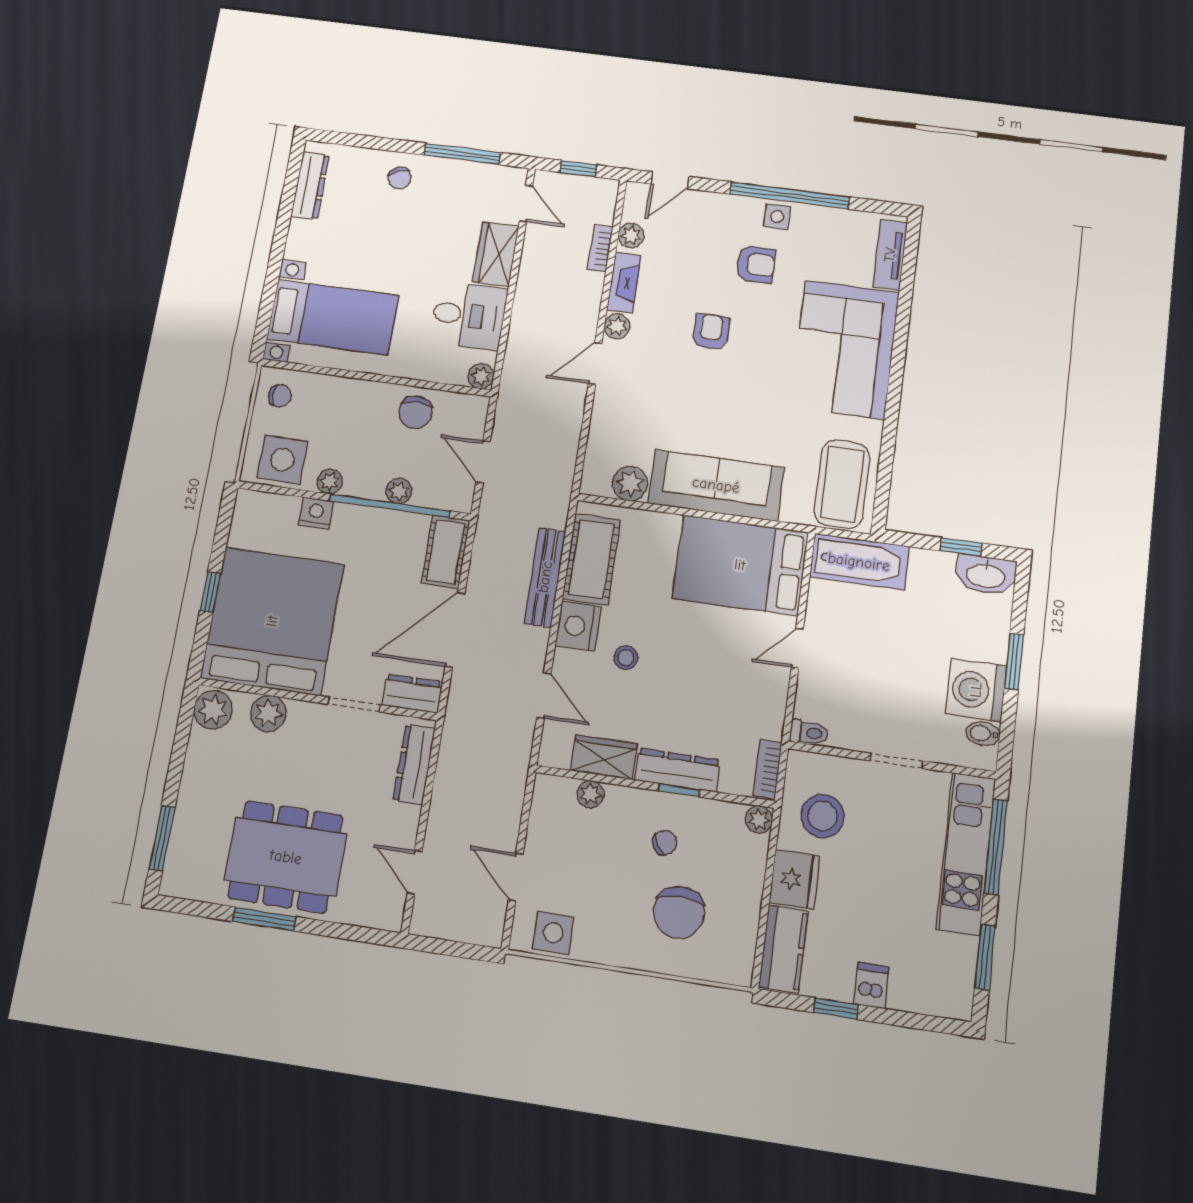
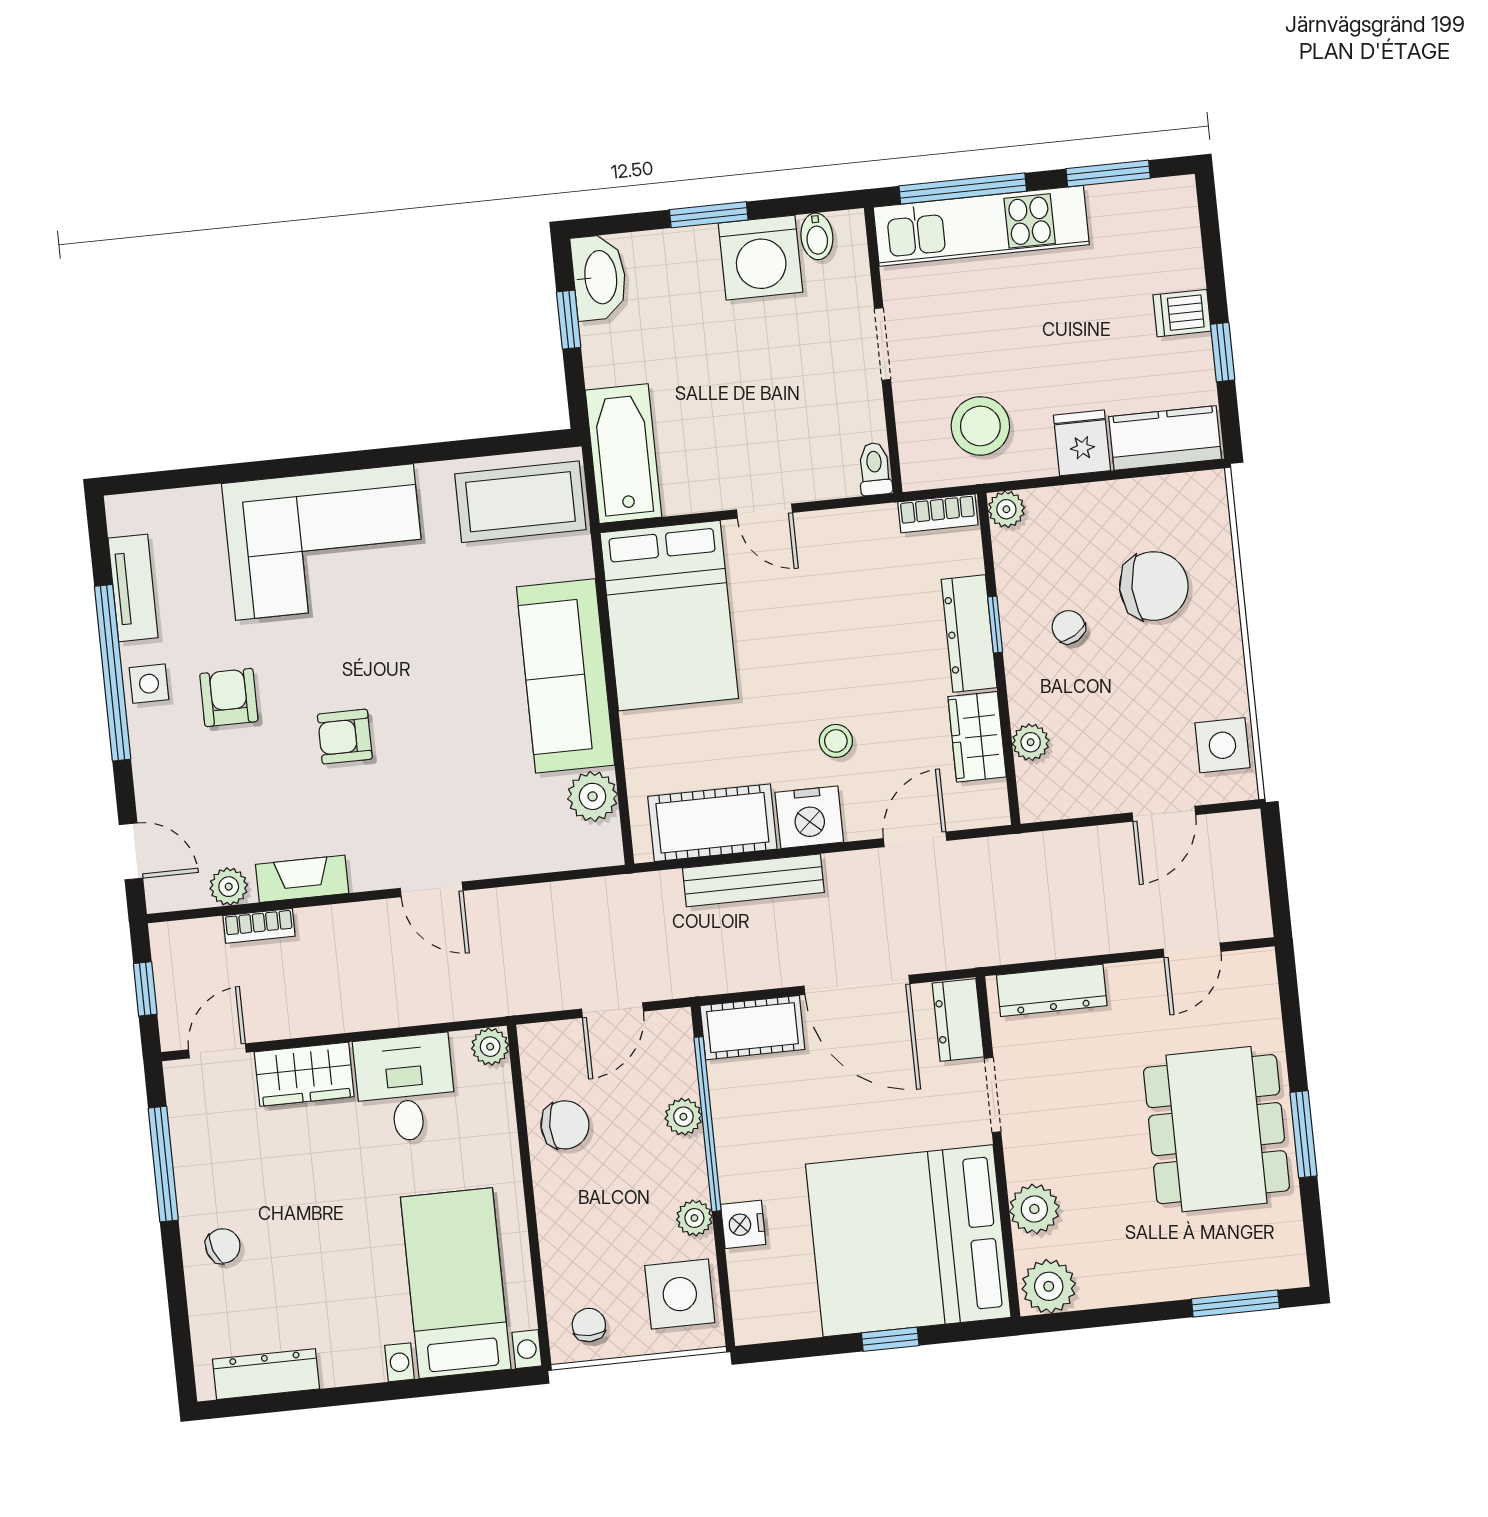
tv unit: (890, 255) -> (133, 588), moved, turned -90
plant: (617, 326) -> (369, 872), removed
fridge: (795, 879) -> (1082, 443), width x0.72

